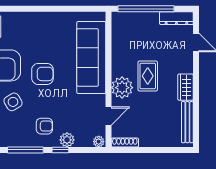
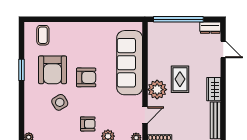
dresser: (176, 18) -> (210, 28), width x0.70

